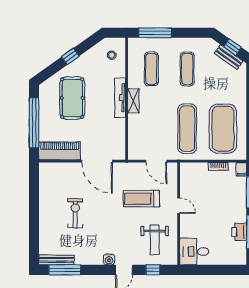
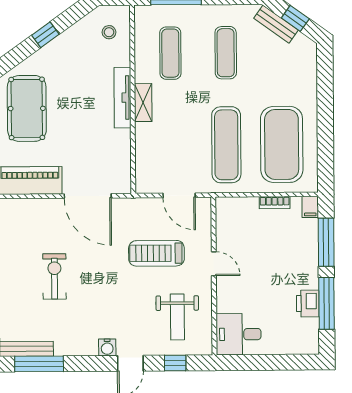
bench: (229, 57) -> (276, 24), moved
pool table: (72, 98) -> (27, 108), moved

